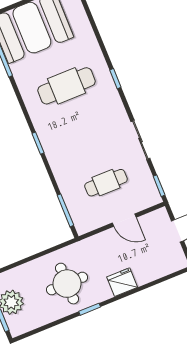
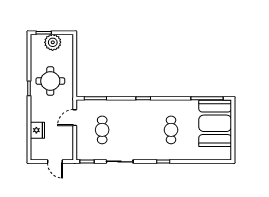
cafe table: (66, 86) -> (171, 130), width x0.73, depth x0.74
door: (124, 220) -> (75, 118), moved
fridge: (122, 282) -> (37, 130), moved

